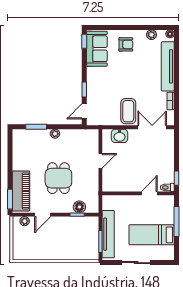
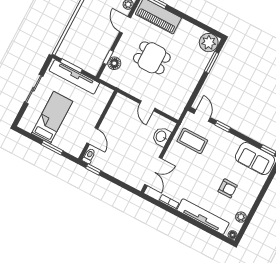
armchair: (126, 44) -> (228, 188), moved, turned -90
coffee table: (128, 111) -> (192, 141), moved
plant: (55, 134) -> (209, 43), moved, width x1.88, depth x1.88
window: (177, 222) -> (52, 148), width x0.69

